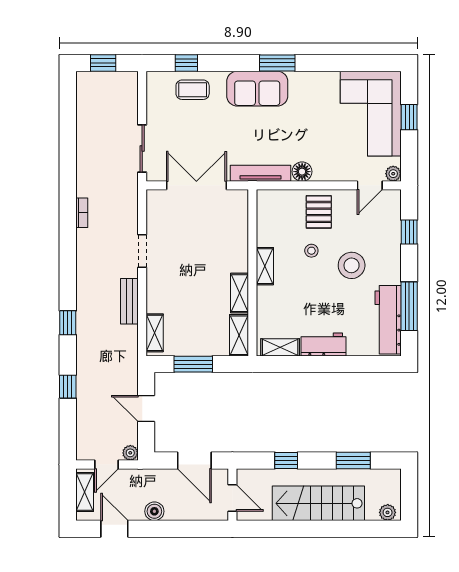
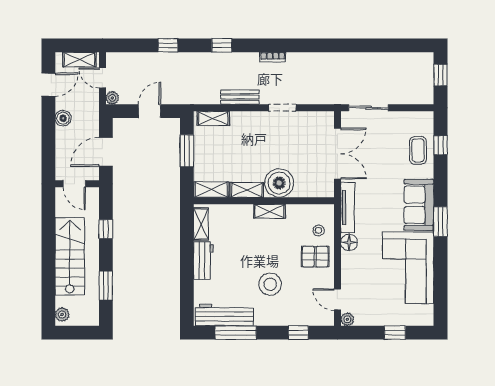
corner sofa: (371, 114) -> (408, 268), moved, turned -90
bookcase: (82, 213) -> (273, 57), moved
stool: (311, 251) -> (318, 230), moved
boiler: (231, 255) -> (279, 183), added
door: (232, 498) -> (74, 184), hinge flipped

